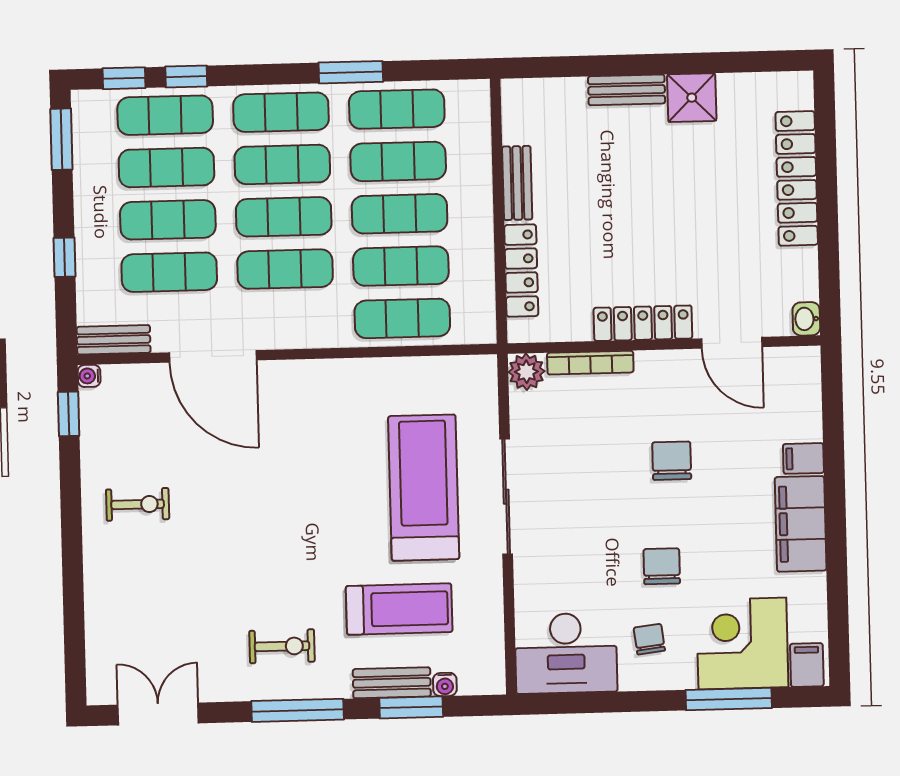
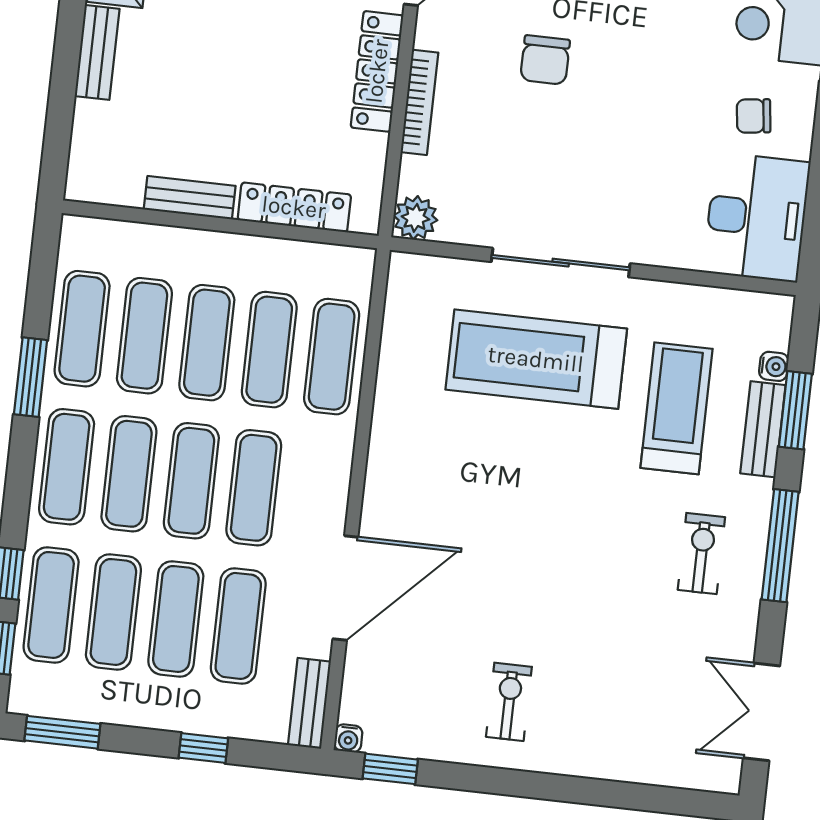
bookcase: (590, 363) -> (419, 102), moved
chair: (672, 461) -> (545, 60), turned -90
chair: (662, 566) -> (669, 89), removed

